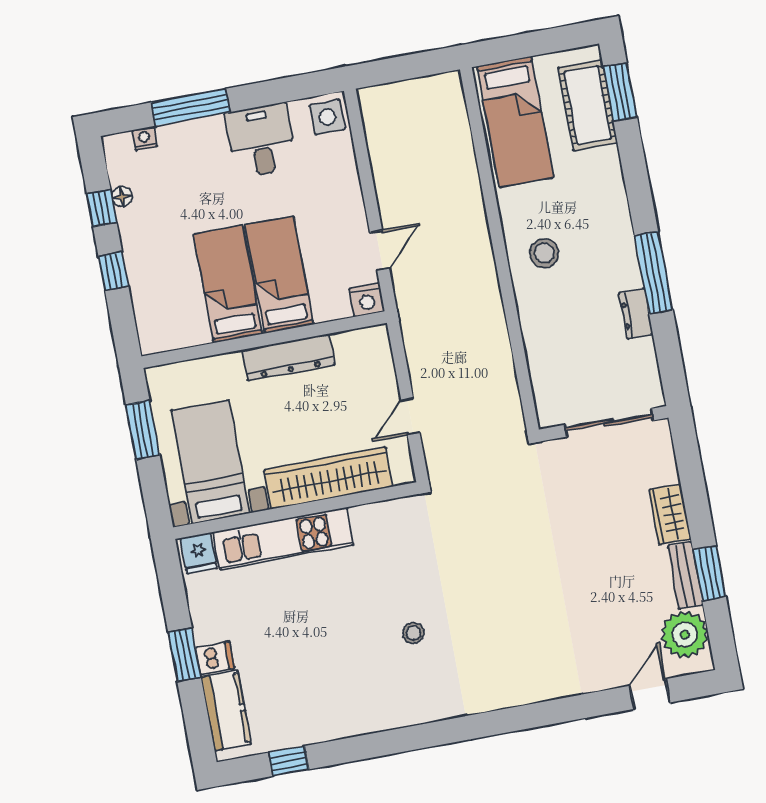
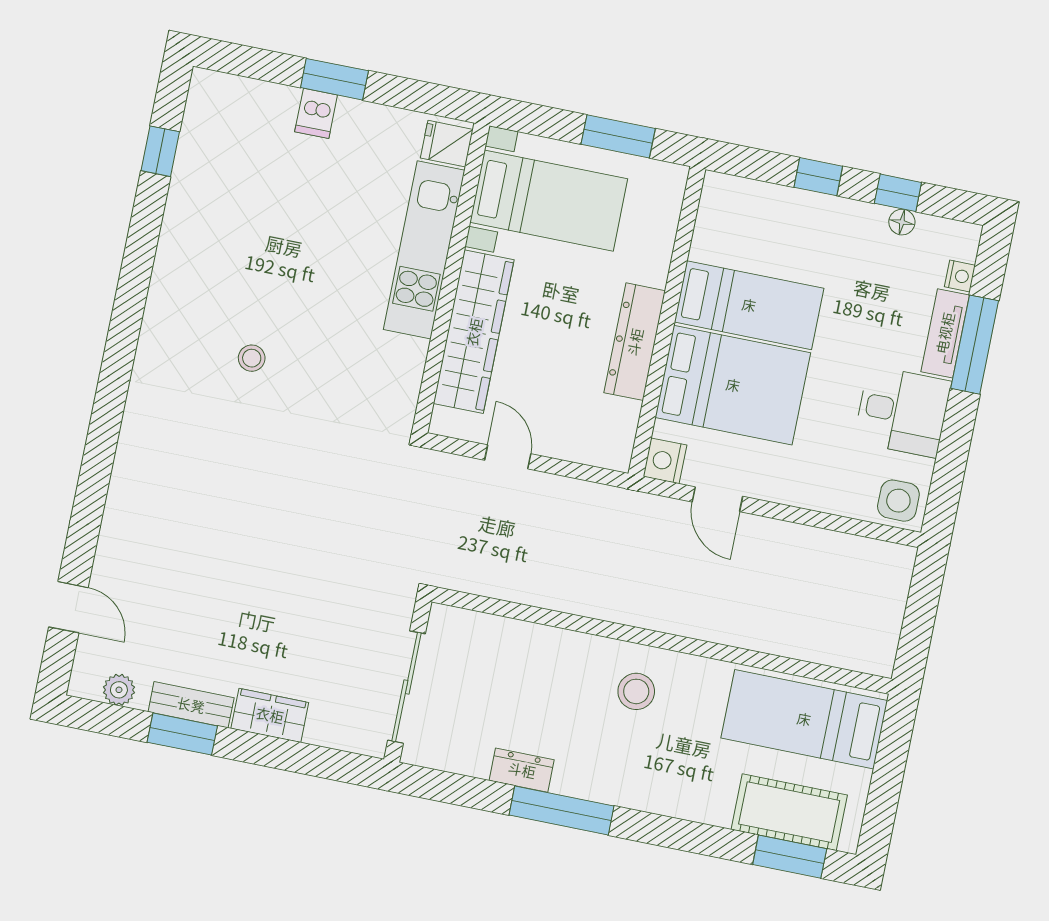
tv unit: (191, 132) -> (945, 333), added
bed: (279, 275) -> (733, 385), width x1.50
plant: (685, 635) -> (119, 690), width x0.53, depth x0.53
kitchen counter: (226, 710) -> (249, 102), removed

